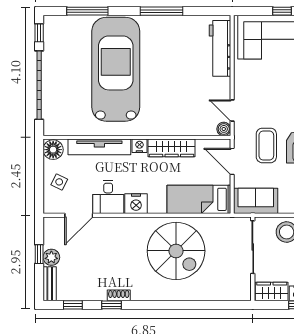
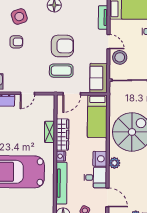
door: (232, 110) -> (27, 93), moved
shelving: (175, 129) -> (49, 132), added
boiler: (224, 129) -> (50, 99), removed
plant: (130, 225) -> (114, 163), added

